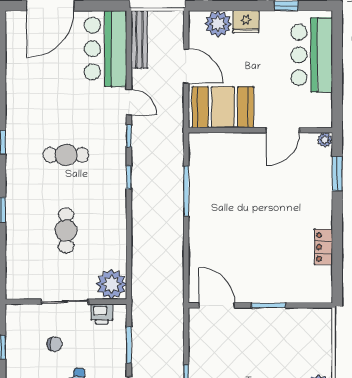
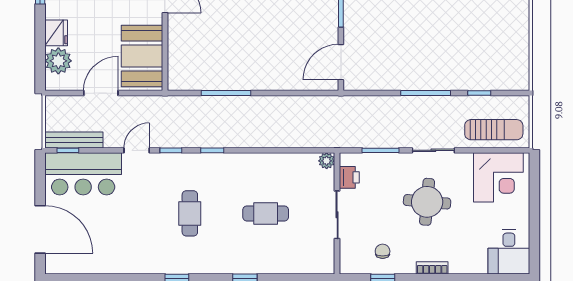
window: (129, 33) -> (68, 150), added
plant: (111, 284) -> (327, 161), width x0.53, depth x0.53
chair: (55, 344) -> (383, 251), moved

